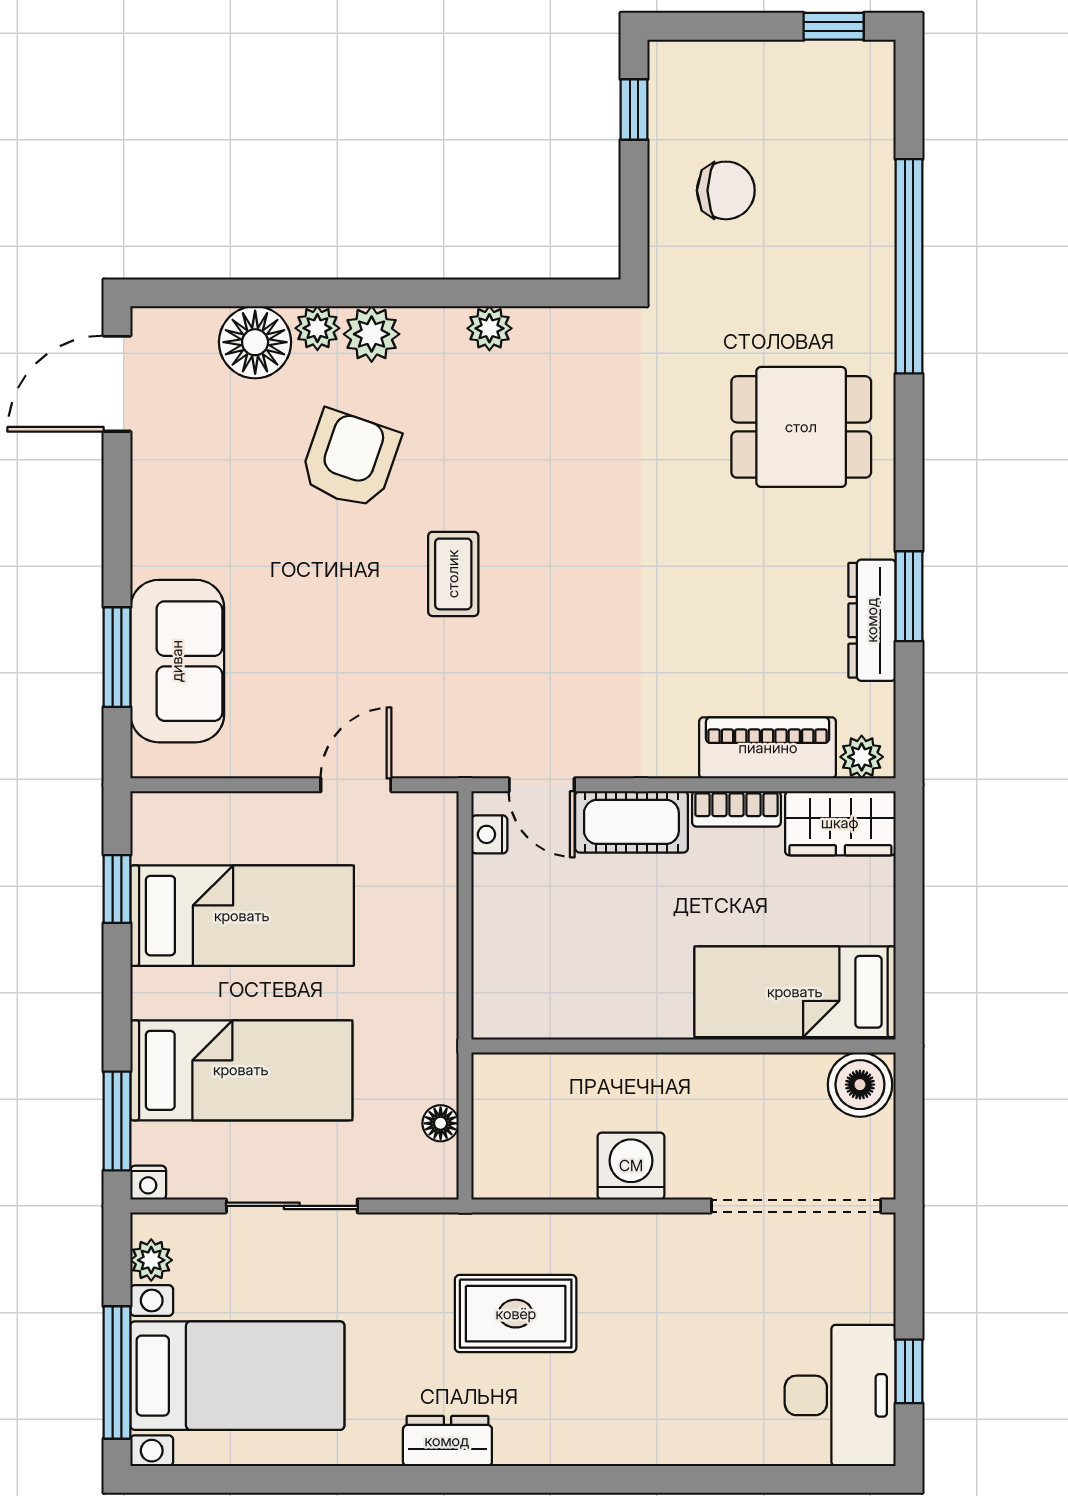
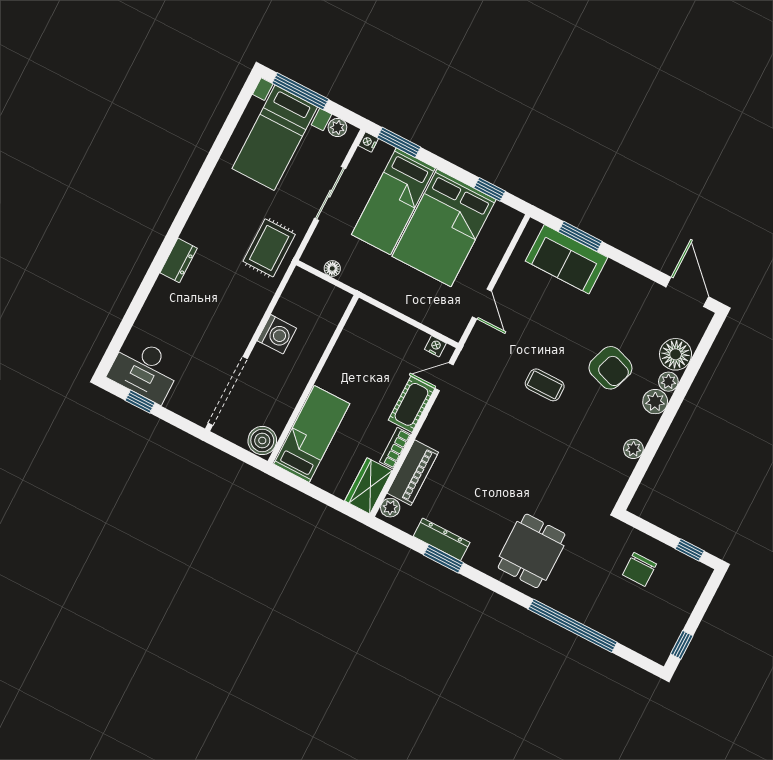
bed: (242, 916) -> (444, 228), width x1.50
rug: (516, 1314) -> (269, 248), moved
dresser: (447, 1441) -> (179, 260), moved

